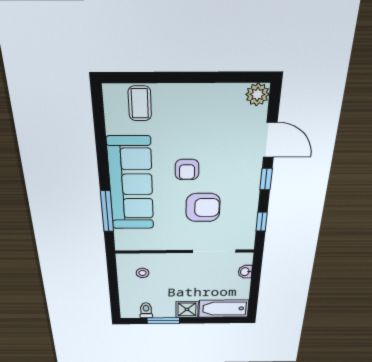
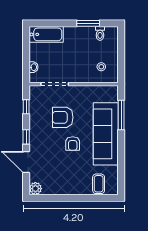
armchair: (187, 170) -> (73, 143), turned 180
shower: (187, 309) -> (72, 34), removed

